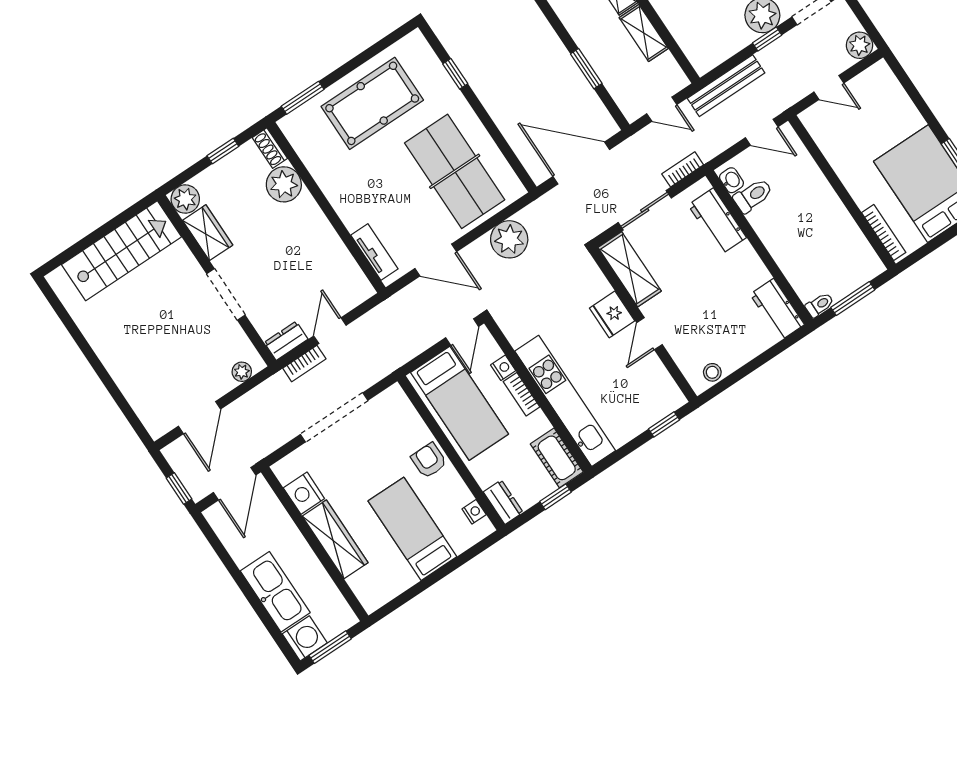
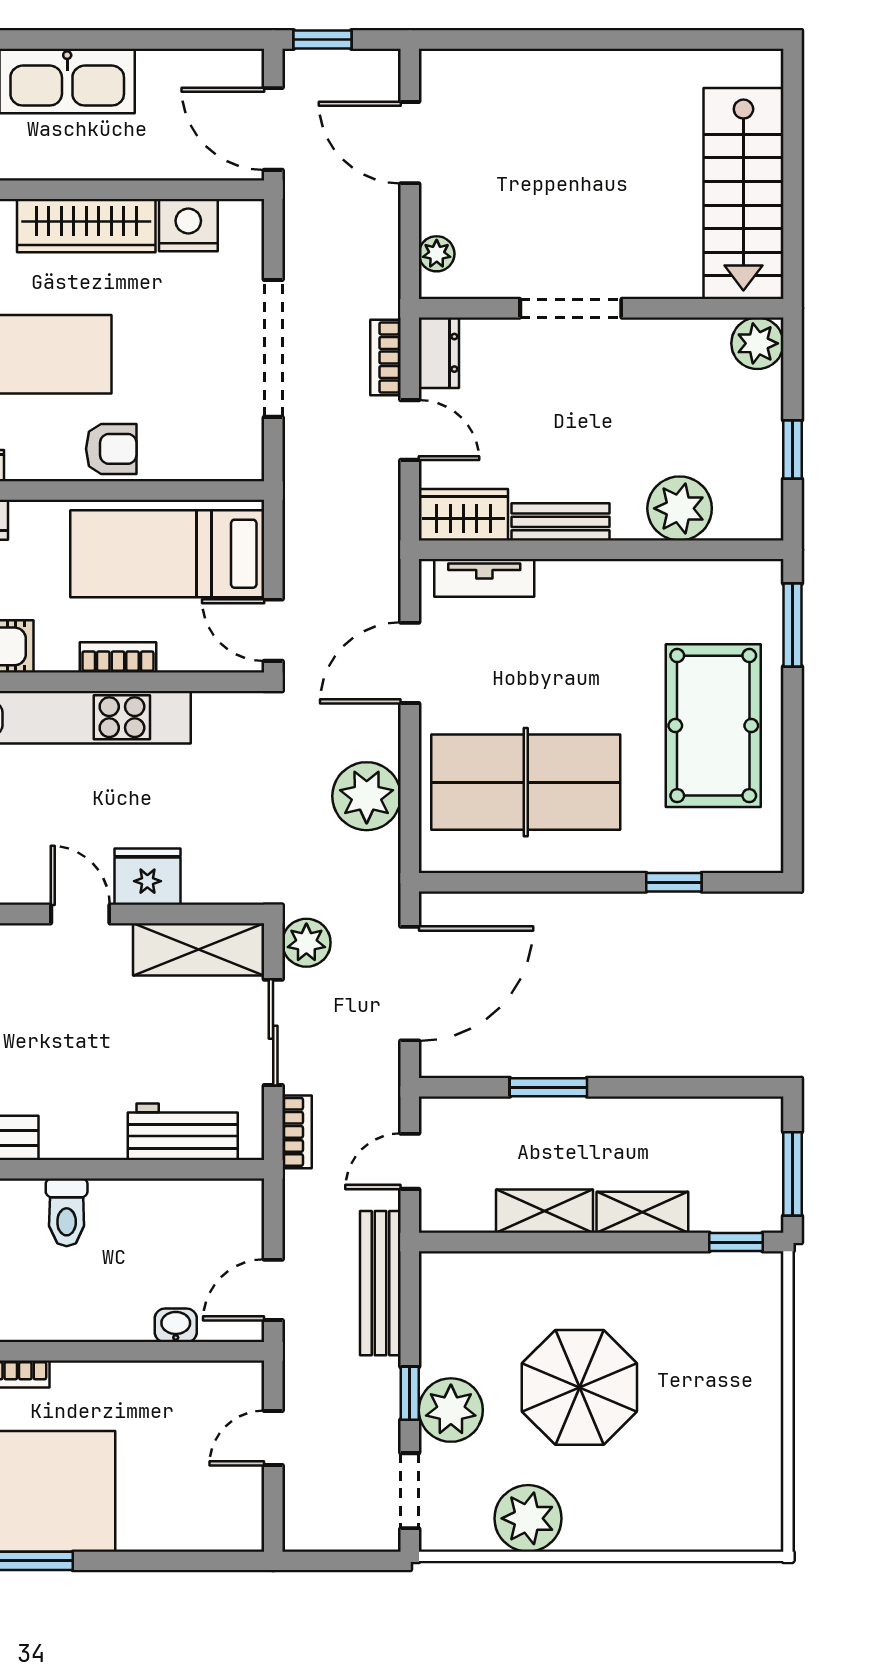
plant: (860, 45) -> (306, 943), moved
shoe rack: (270, 148) -> (749, 524), removed
washbasin: (731, 180) -> (176, 1325), moved, turned 180
toilet: (753, 196) -> (67, 1212), moved
wardrobe: (208, 233) -> (463, 515), moved, turned 180
bench: (326, 234) -> (560, 522), added
nightstand: (503, 368) -> (177, 656), removed

